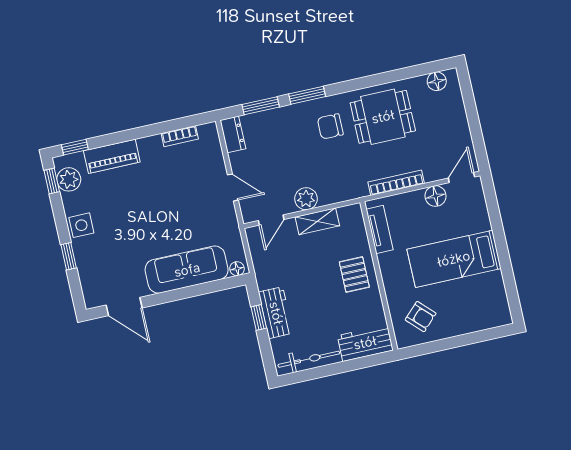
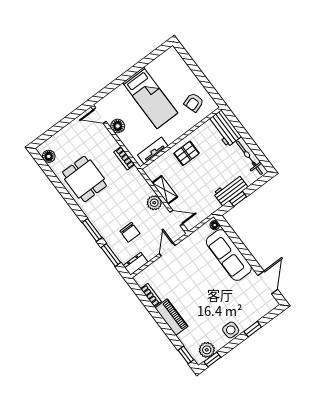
chair: (330, 126) -> (130, 232), moved
piano: (112, 156) -> (171, 317), moved
bookcase: (396, 183) -> (124, 158), width x0.64
armchair: (421, 317) -> (194, 102), turned -153

